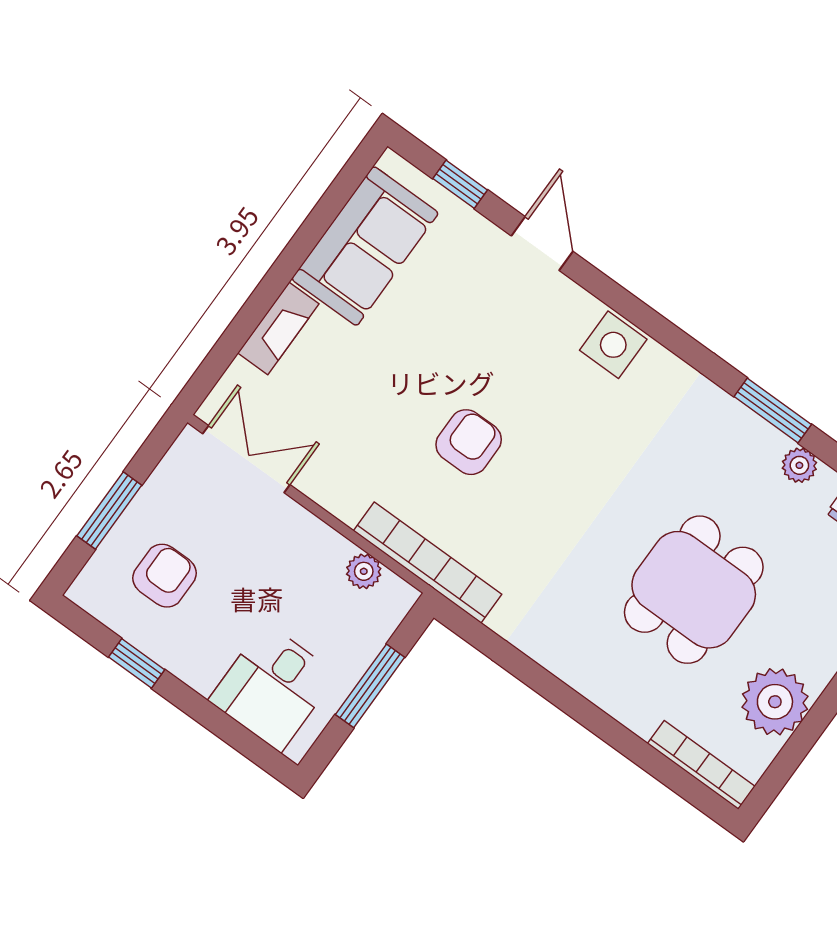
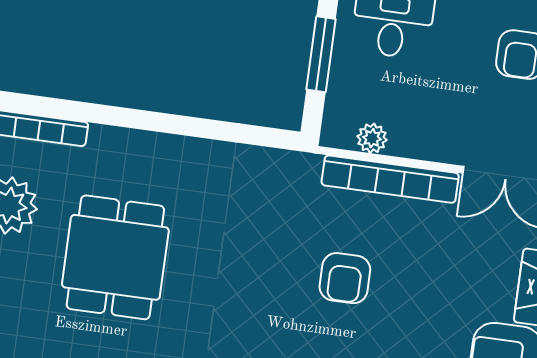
bookcase: (427, 563) -> (390, 179), moved

